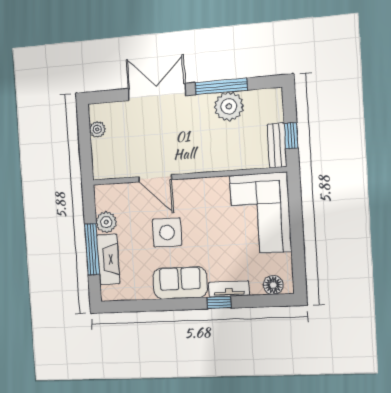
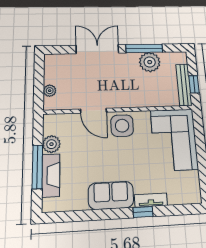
plant: (97, 129) -> (50, 91), moved
bench: (277, 145) -> (184, 85), width x1.36
side table: (167, 232) -> (122, 126), moved
floor lamp: (273, 285) -> (186, 196), removed

